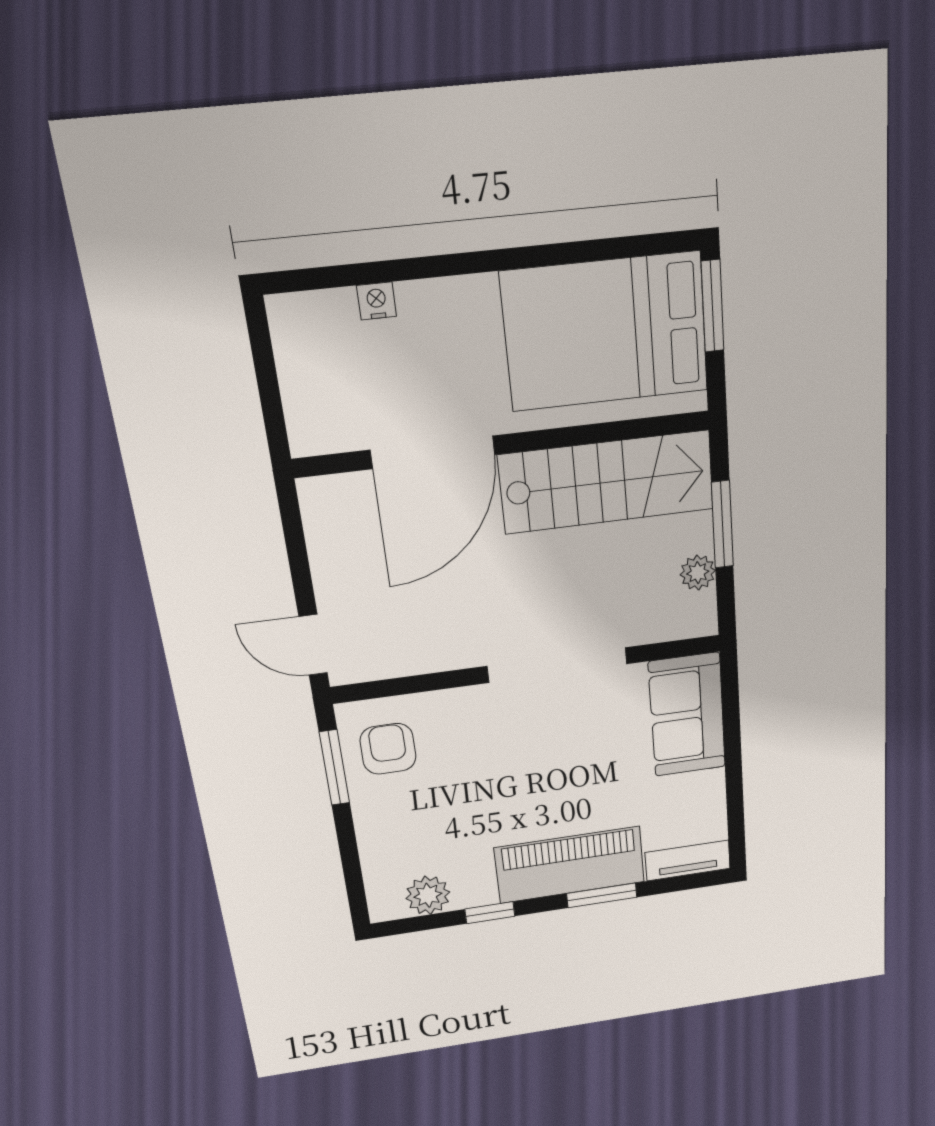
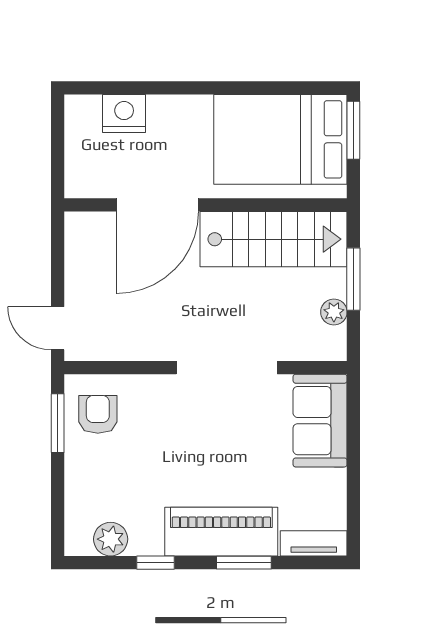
nightstand: (377, 301) -> (124, 114), width x1.89, depth x1.79

